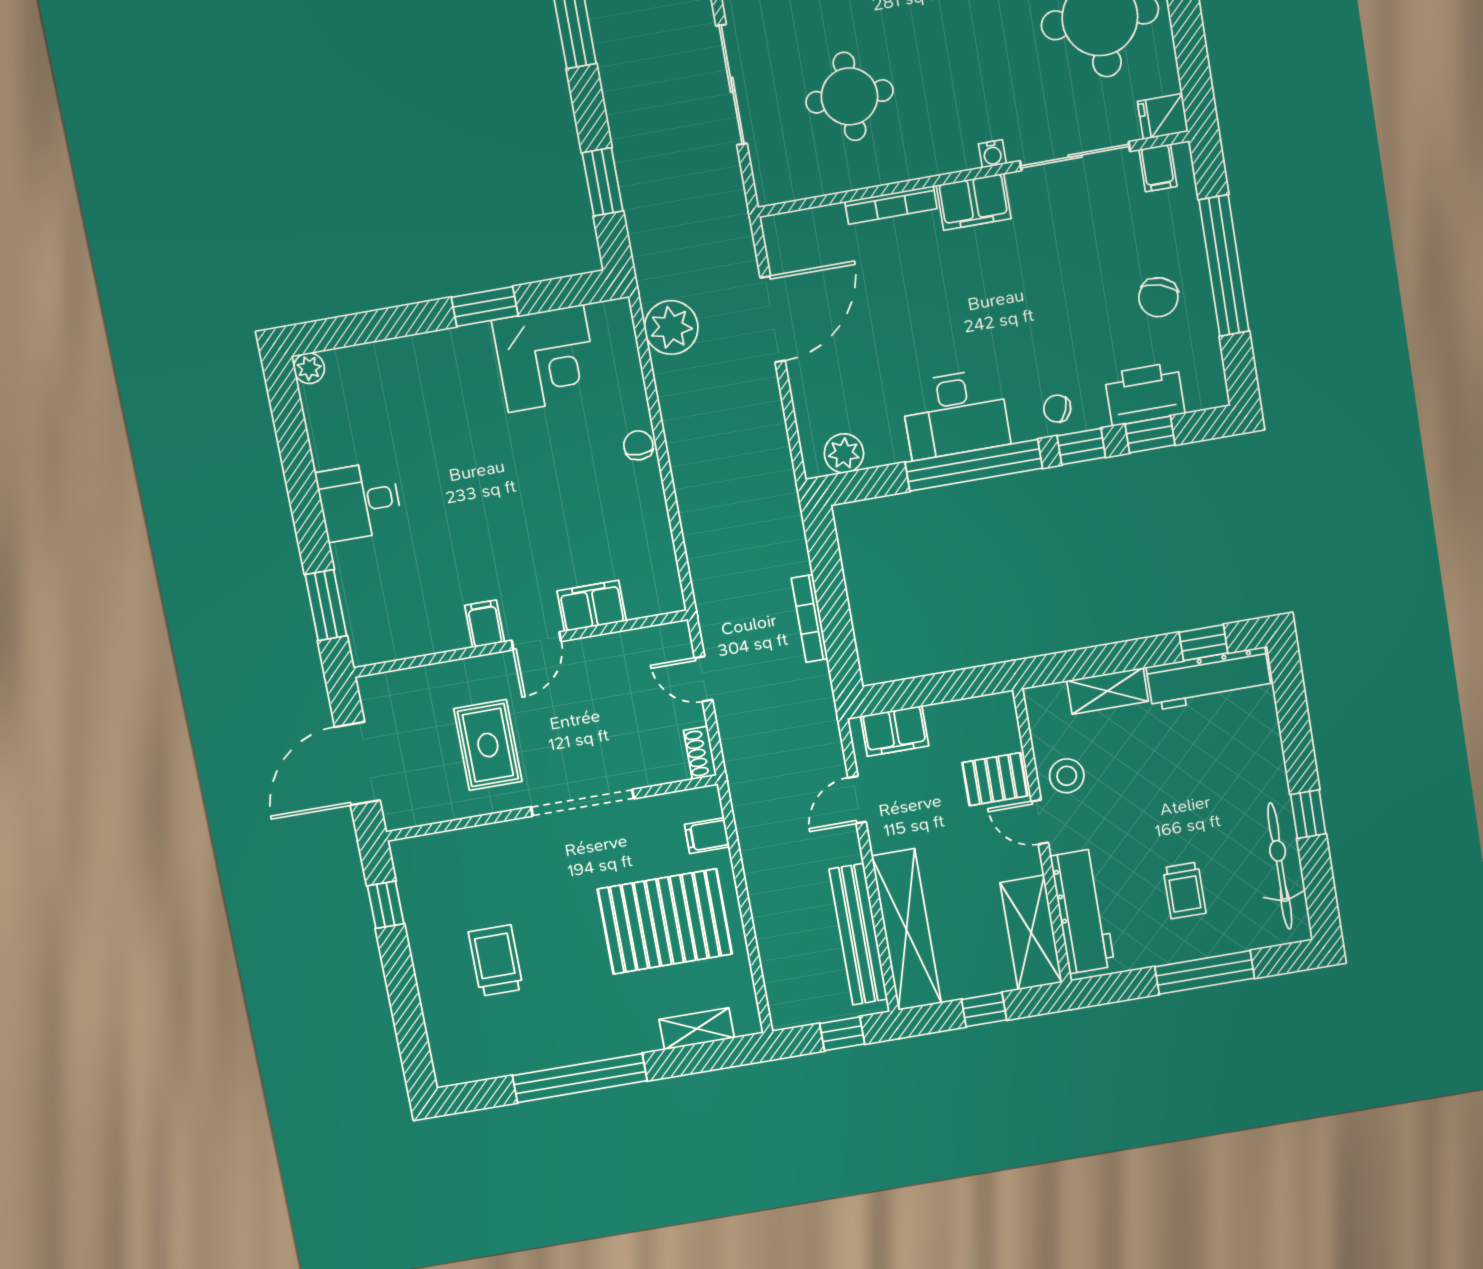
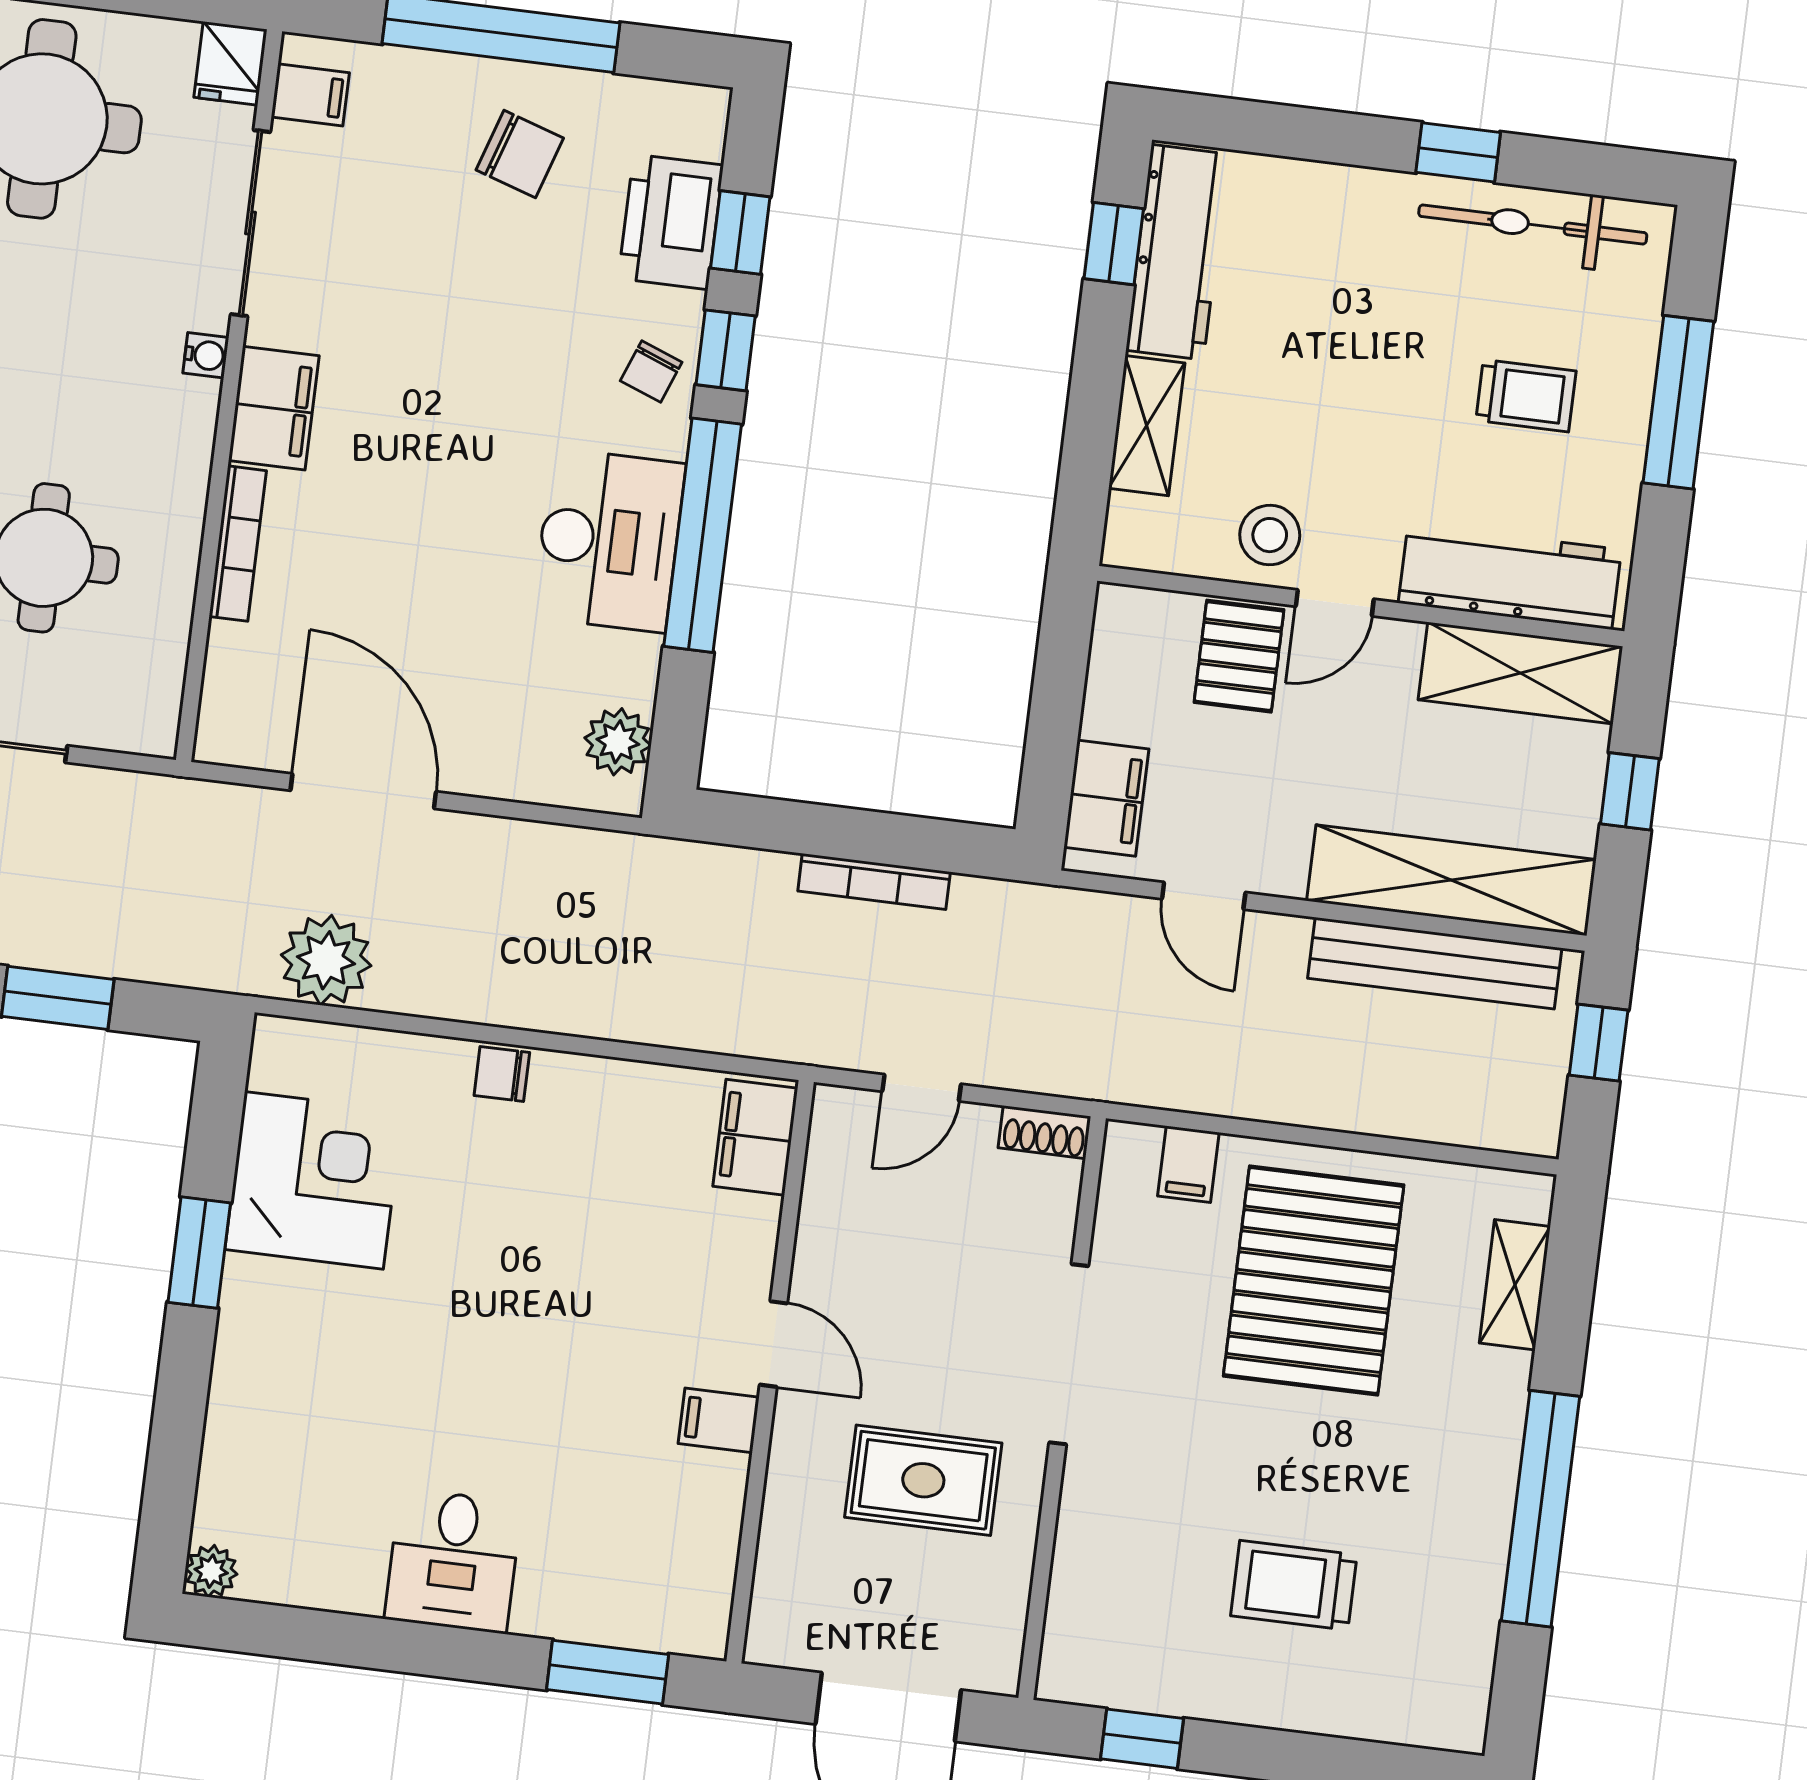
filing cabinet: (592, 606) -> (755, 1137), moved

